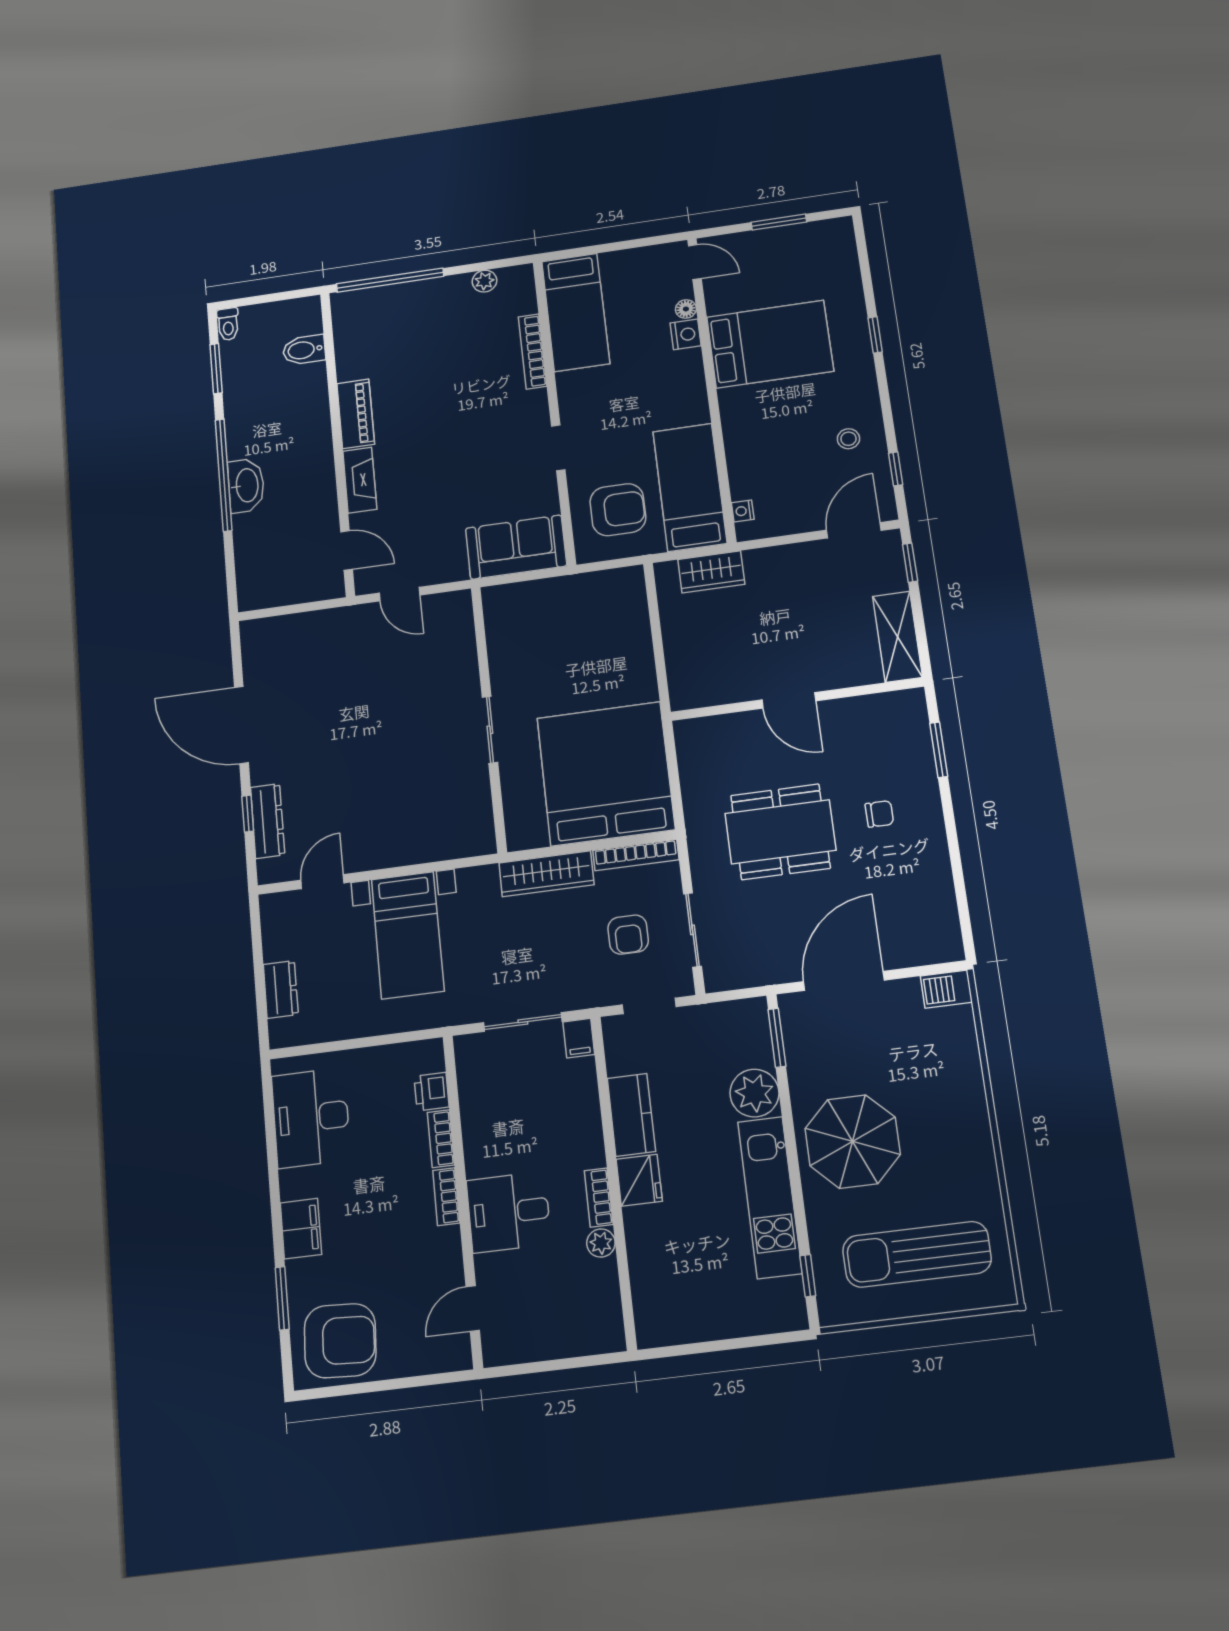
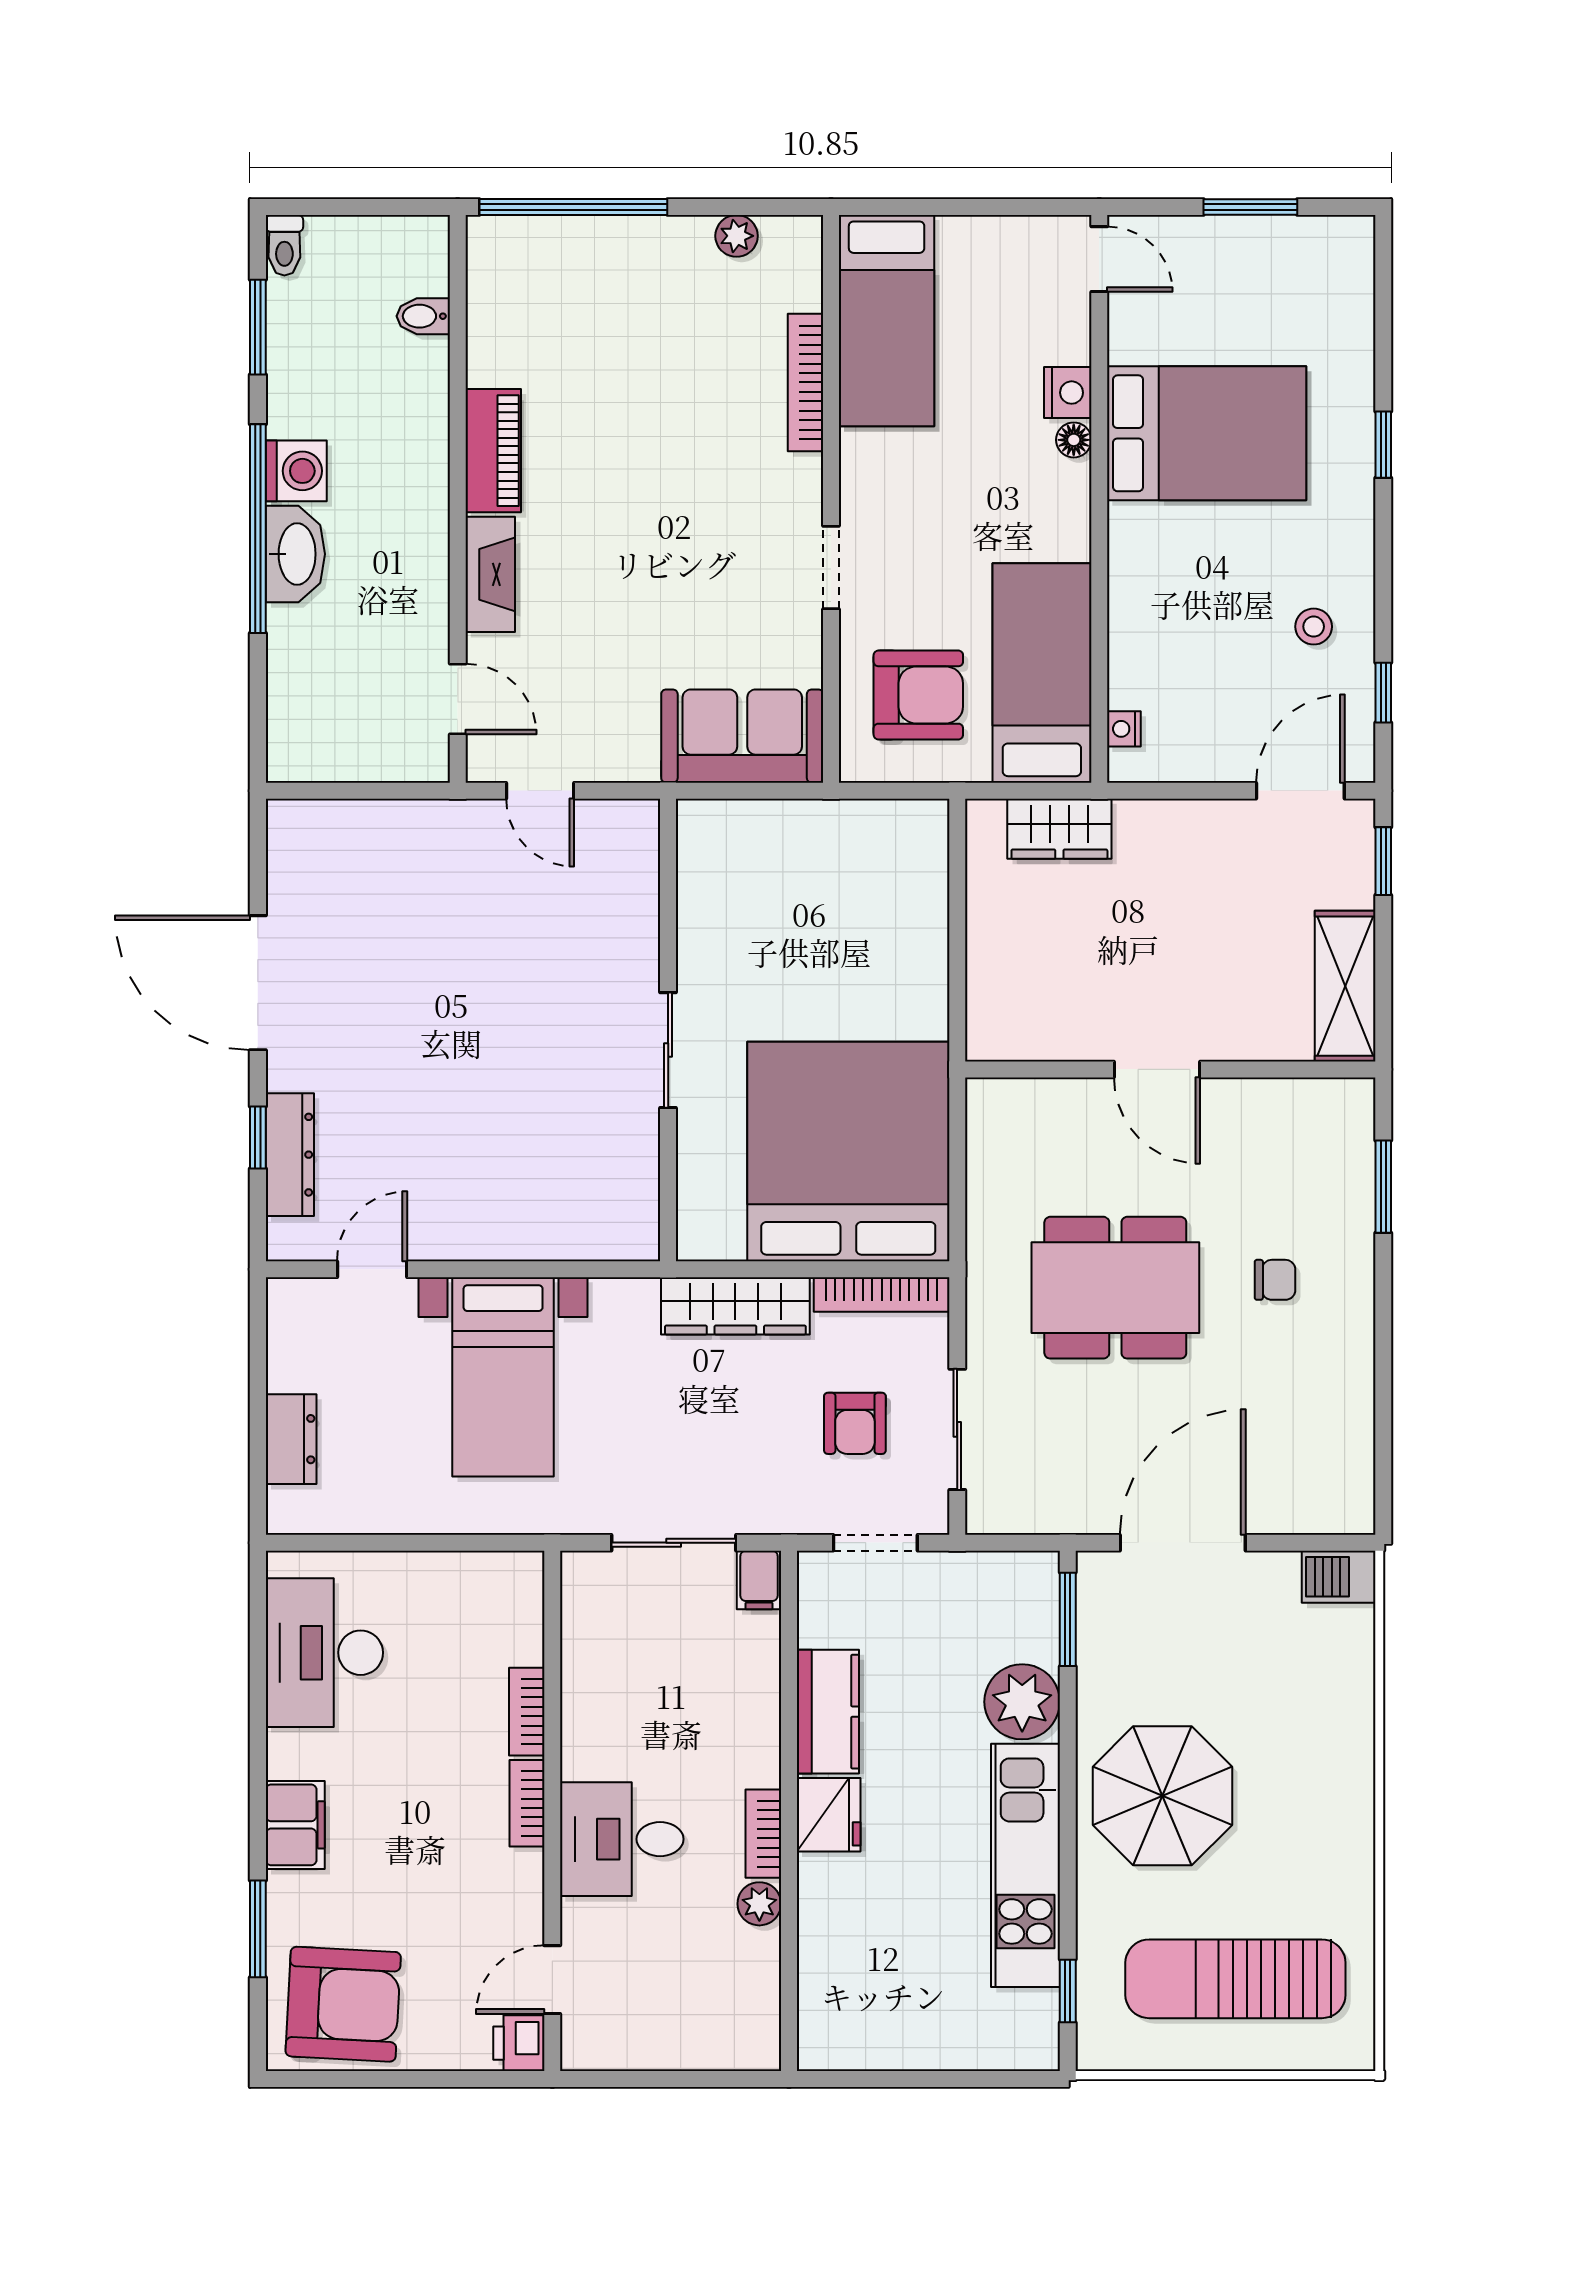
floor lamp: (686, 309) -> (1074, 440), moved
bidet: (304, 350) -> (423, 316), width x0.72, depth x0.74
washing machine: (243, 441) -> (296, 471), added
printer: (432, 1092) -> (519, 2043), moved

